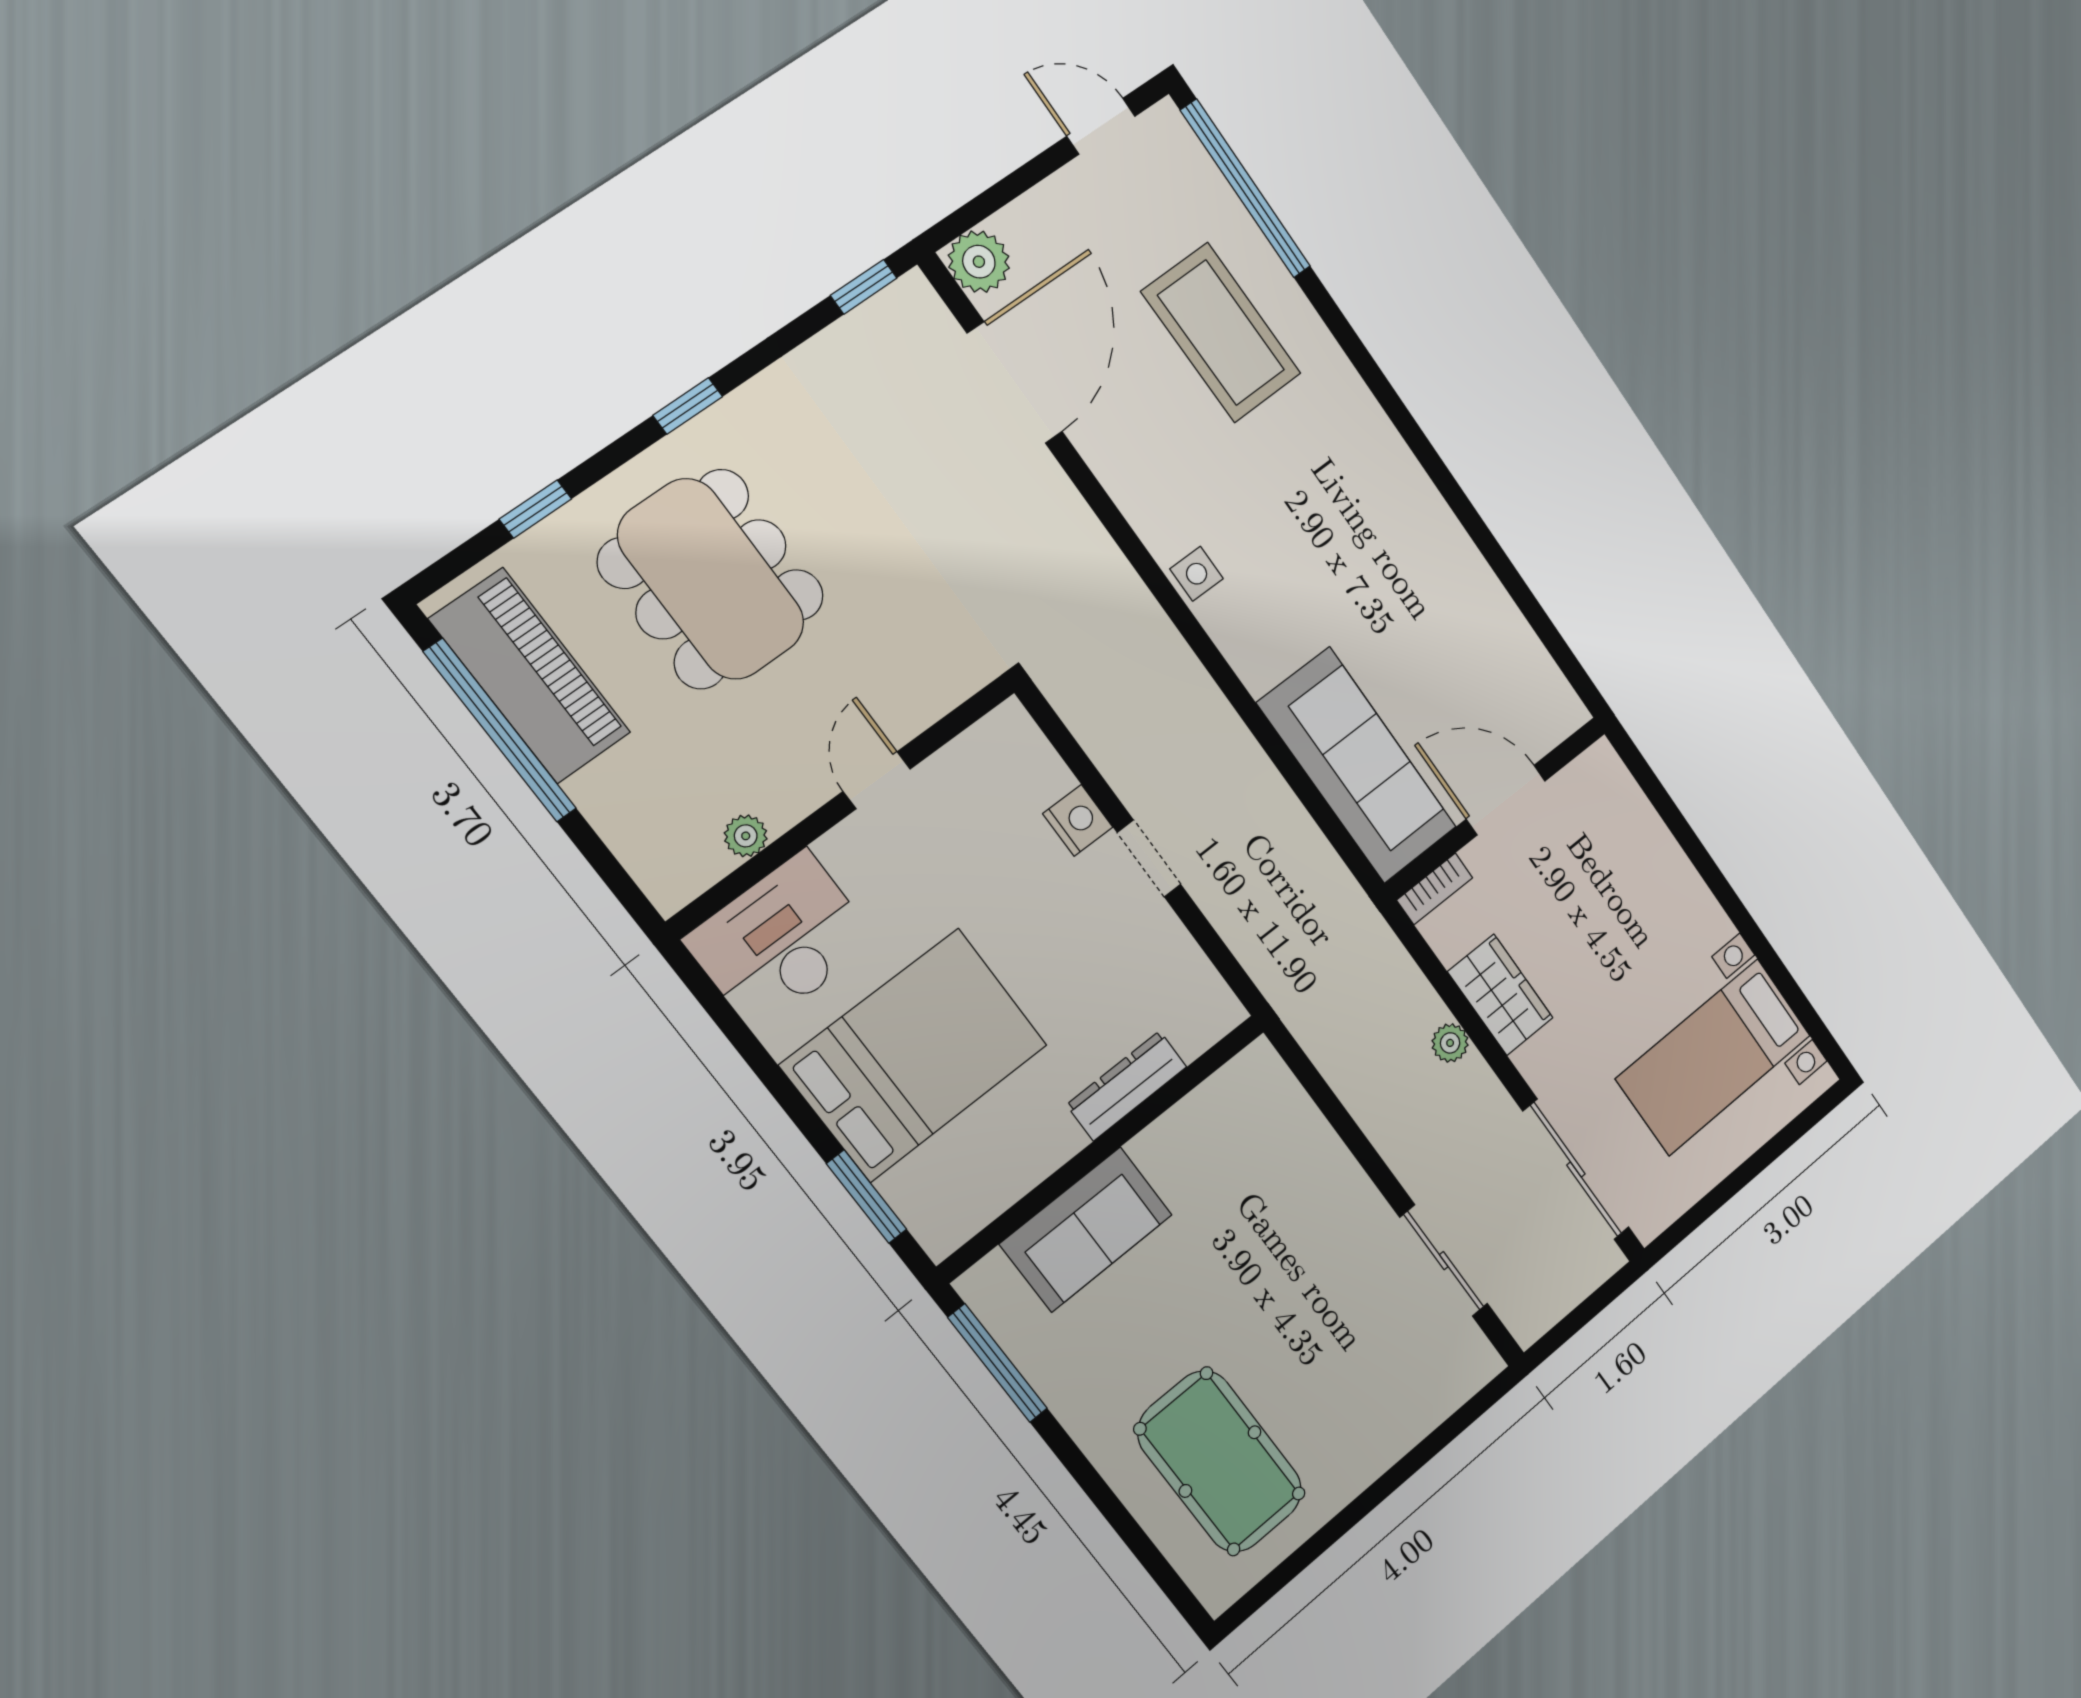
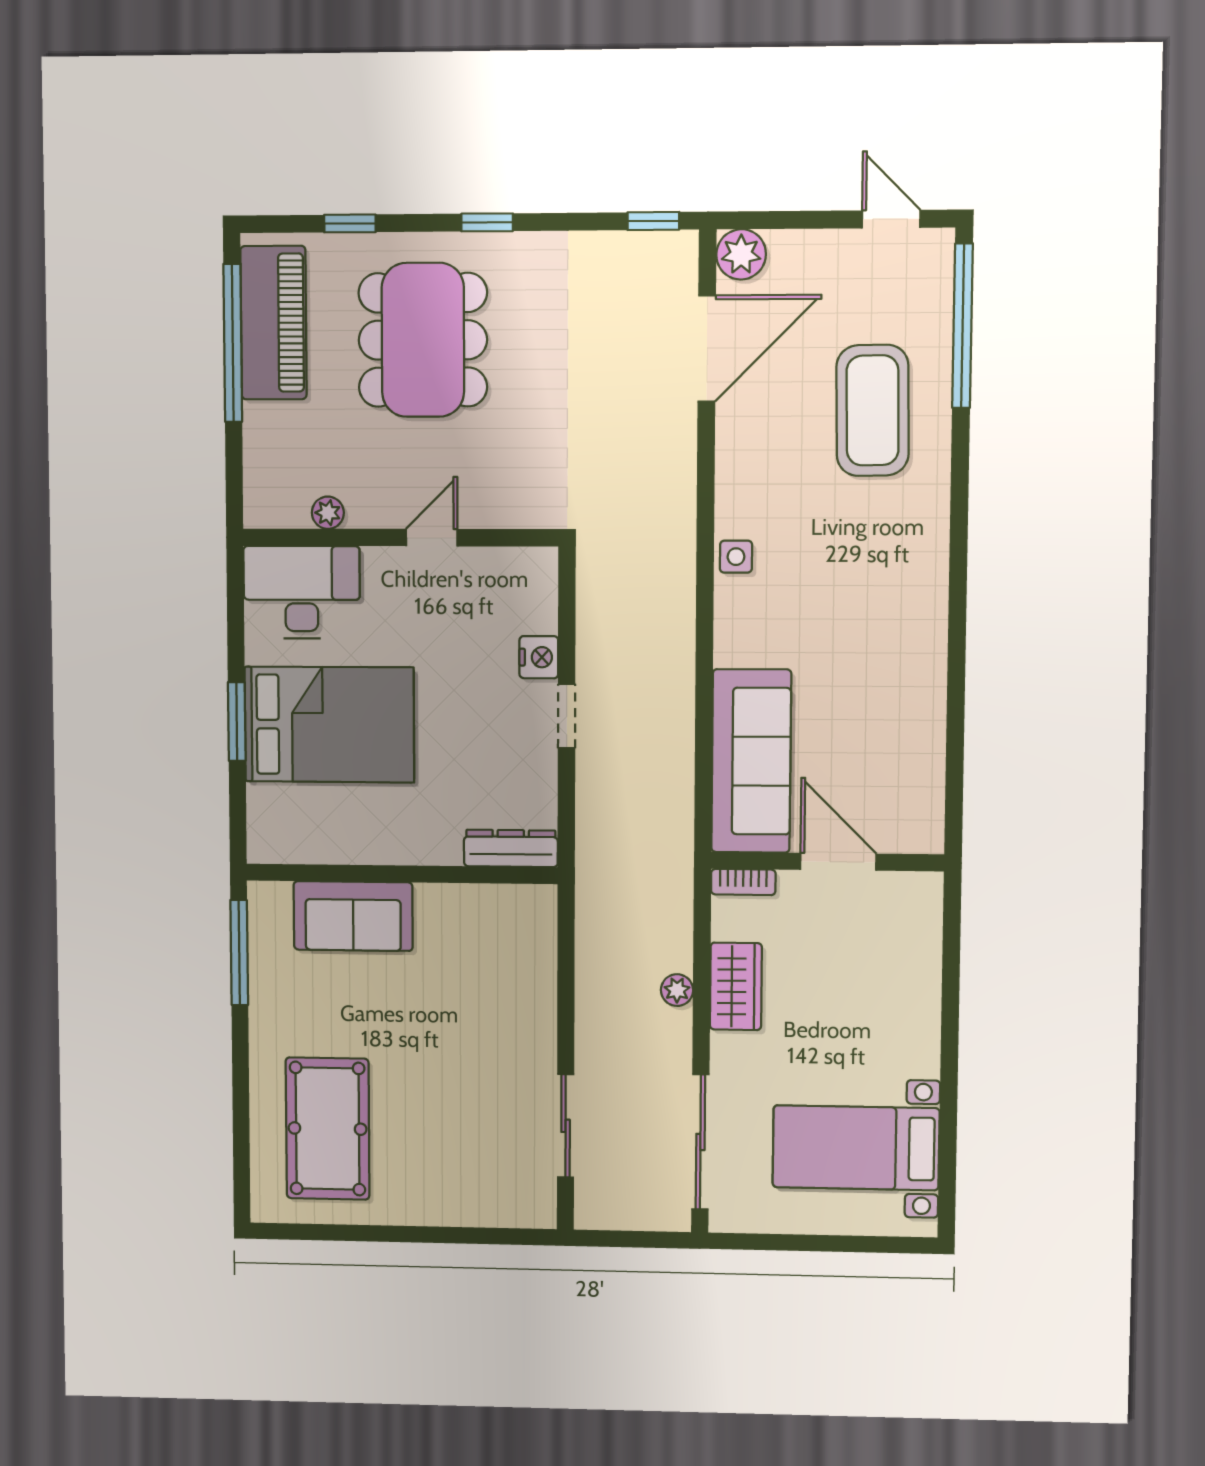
dresser: (1127, 1086) -> (511, 848), moved
window: (867, 1197) -> (237, 721), moved

